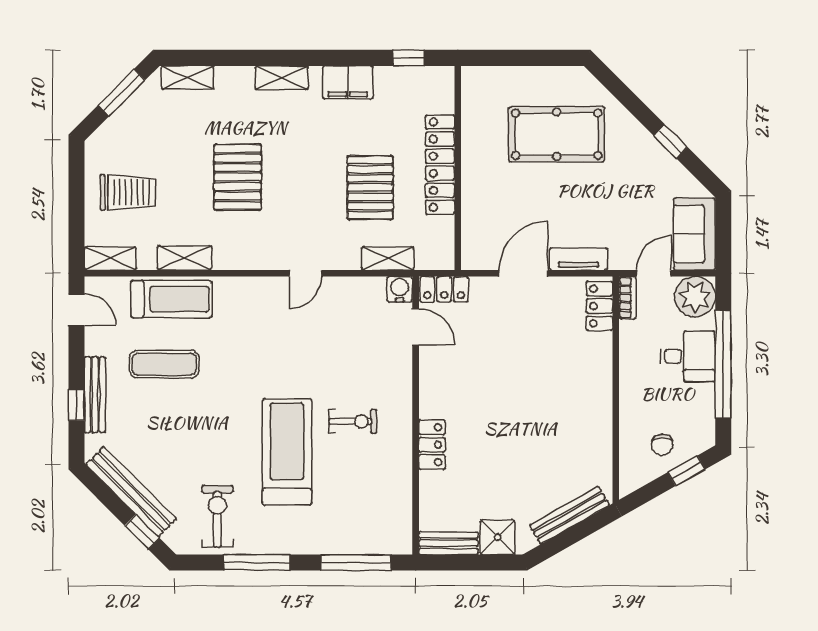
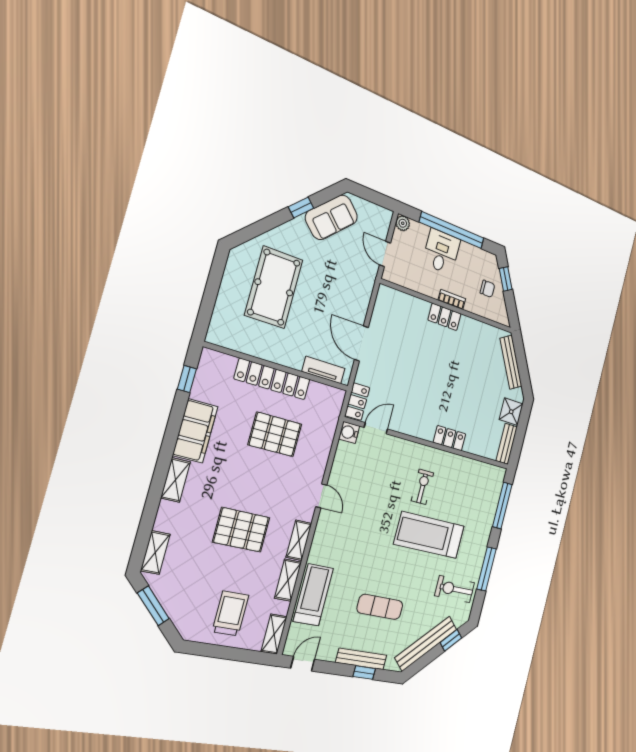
filing cabinet: (348, 82) -> (195, 431), width x1.50, depth x1.17
sofa: (694, 234) -> (332, 217), moved, turned -45
shelving: (388, 258) -> (299, 540), moved
tv unit: (579, 259) -> (323, 370), moved, turned 90
plant: (695, 297) -> (403, 223), width x0.53, depth x0.53
bookcase: (627, 298) -> (452, 299), moved
locker: (599, 306) -> (445, 317), moved
exercise mat: (164, 364) -> (380, 607), moved, turned 90

